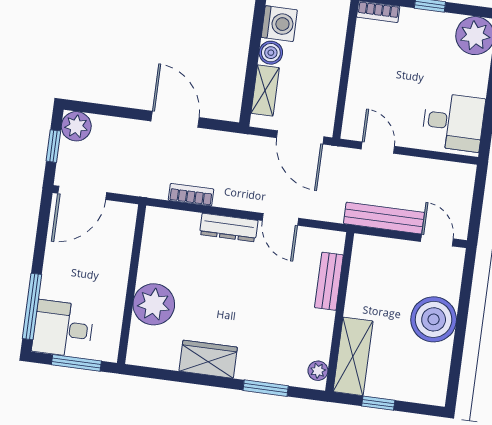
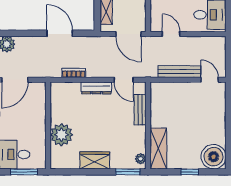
bench: (329, 281) -> (140, 110), moved
wall: (340, 312) -> (148, 125), moved
boiler: (434, 319) -> (213, 157), moved
shelving: (353, 356) -> (158, 148), moved
plant: (318, 371) -> (141, 159), moved

